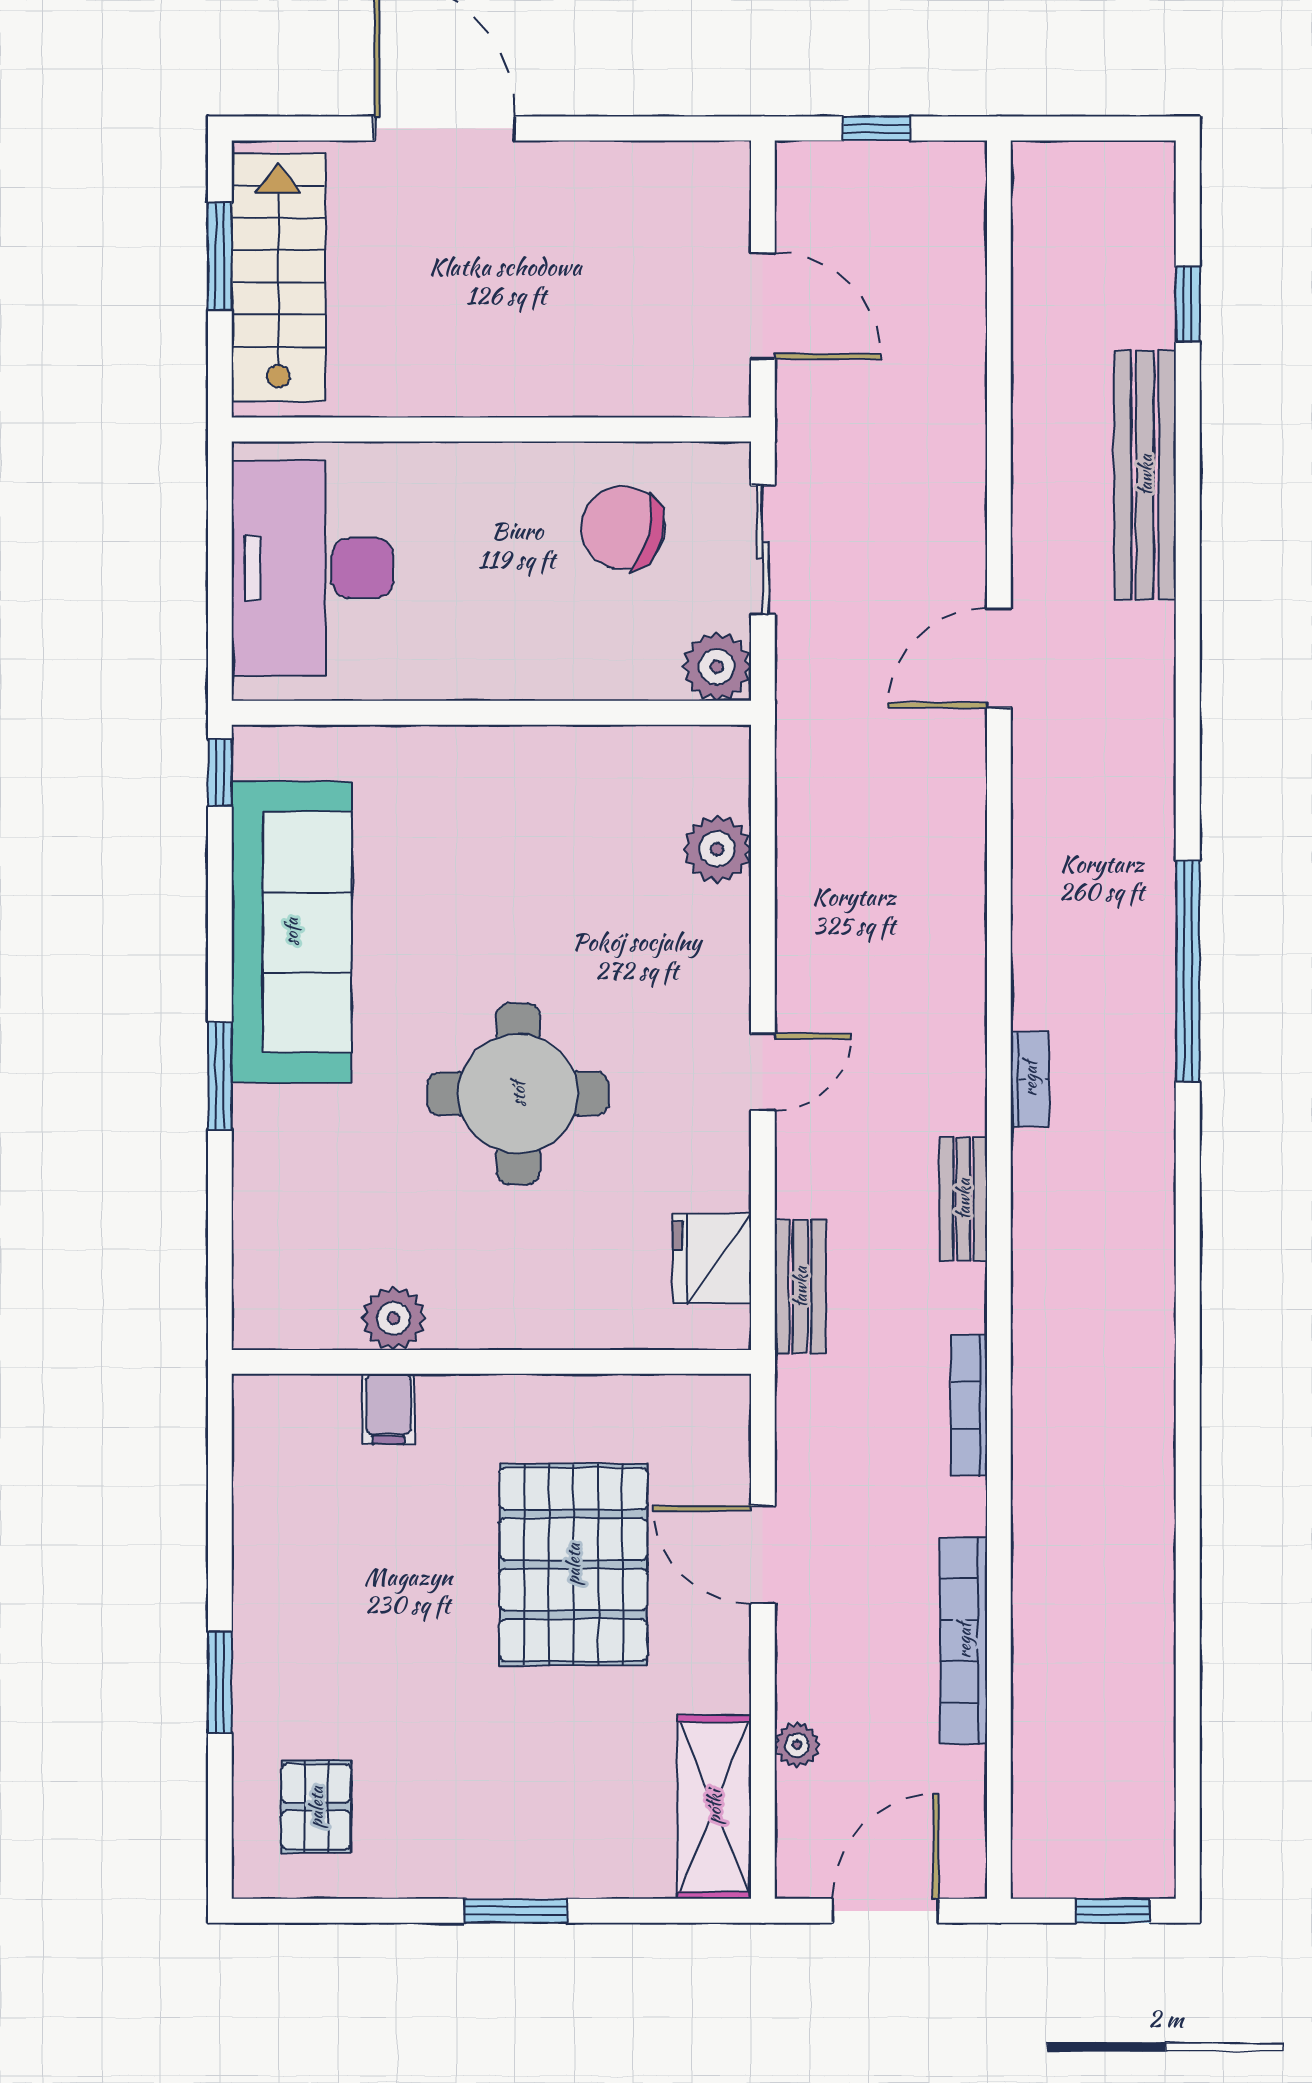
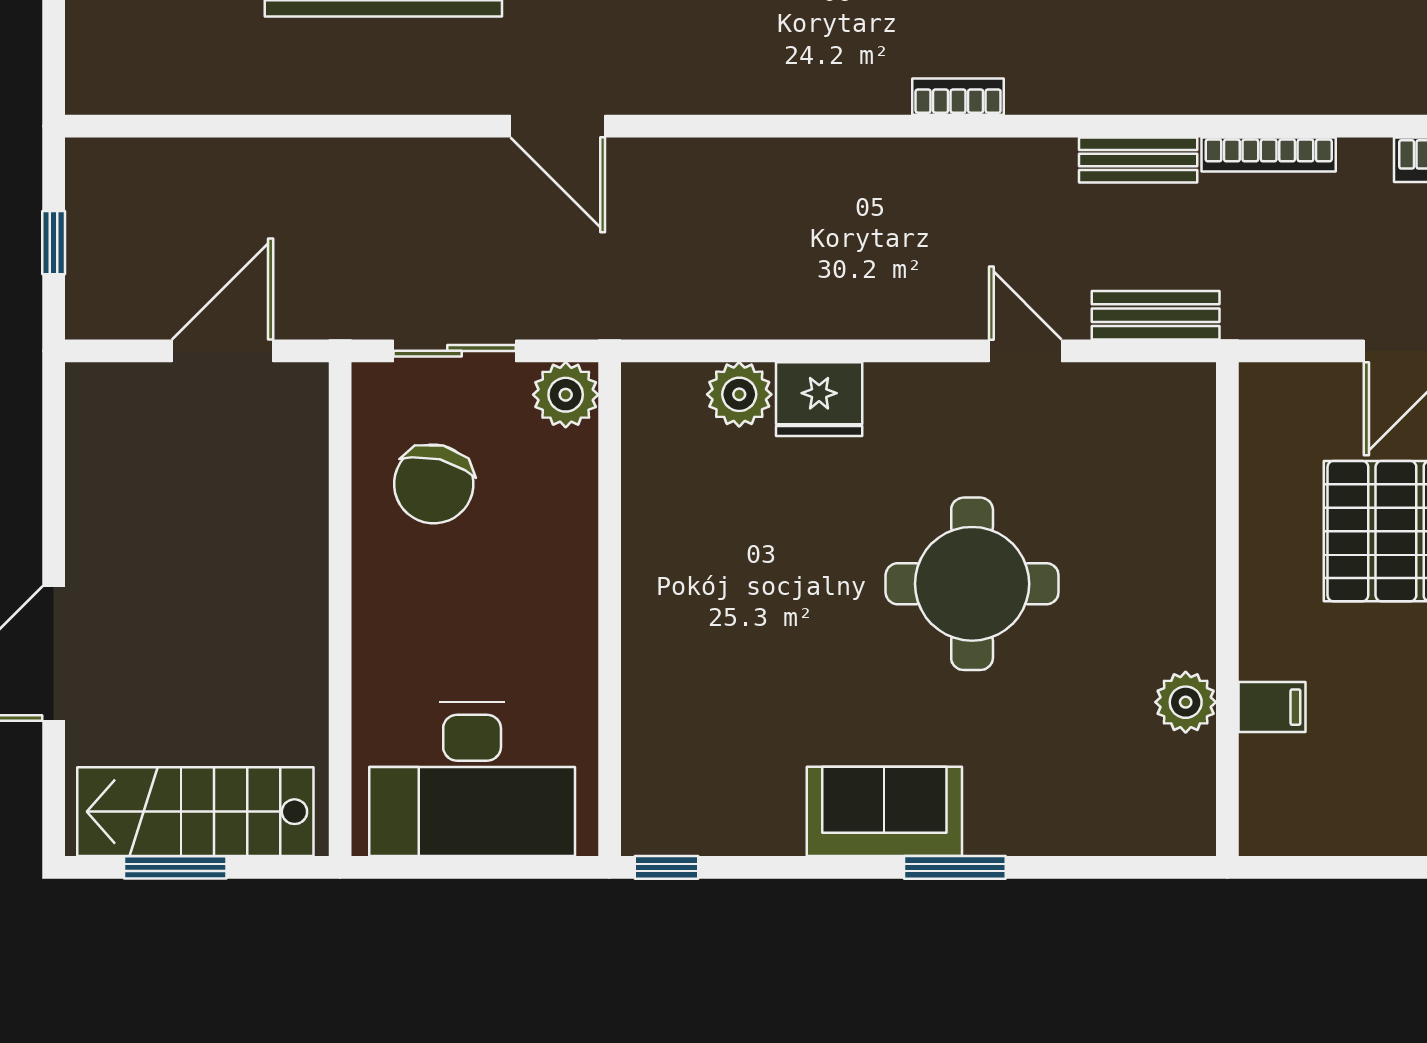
sofa: (291, 932) -> (884, 811), width x0.54, depth x0.79
door: (763, 1072) -> (1025, 351), moved
bench: (963, 1199) -> (1138, 160), moved
fridge: (712, 1259) -> (819, 399), moved

